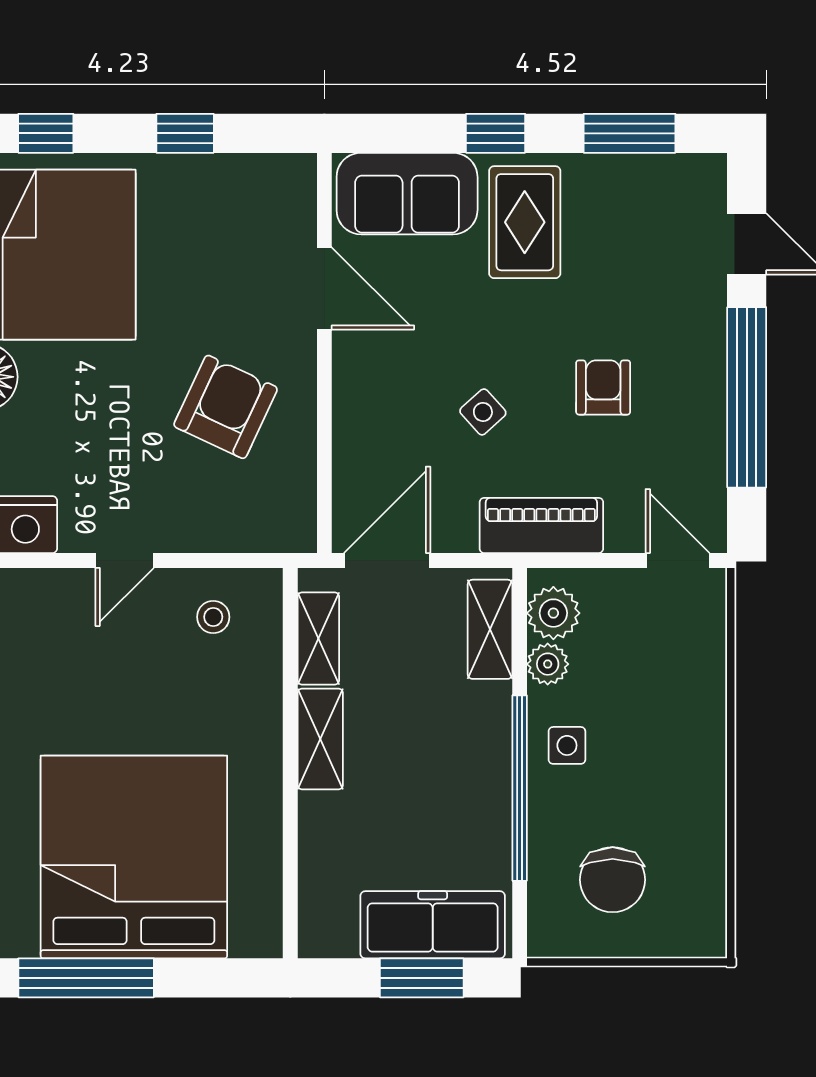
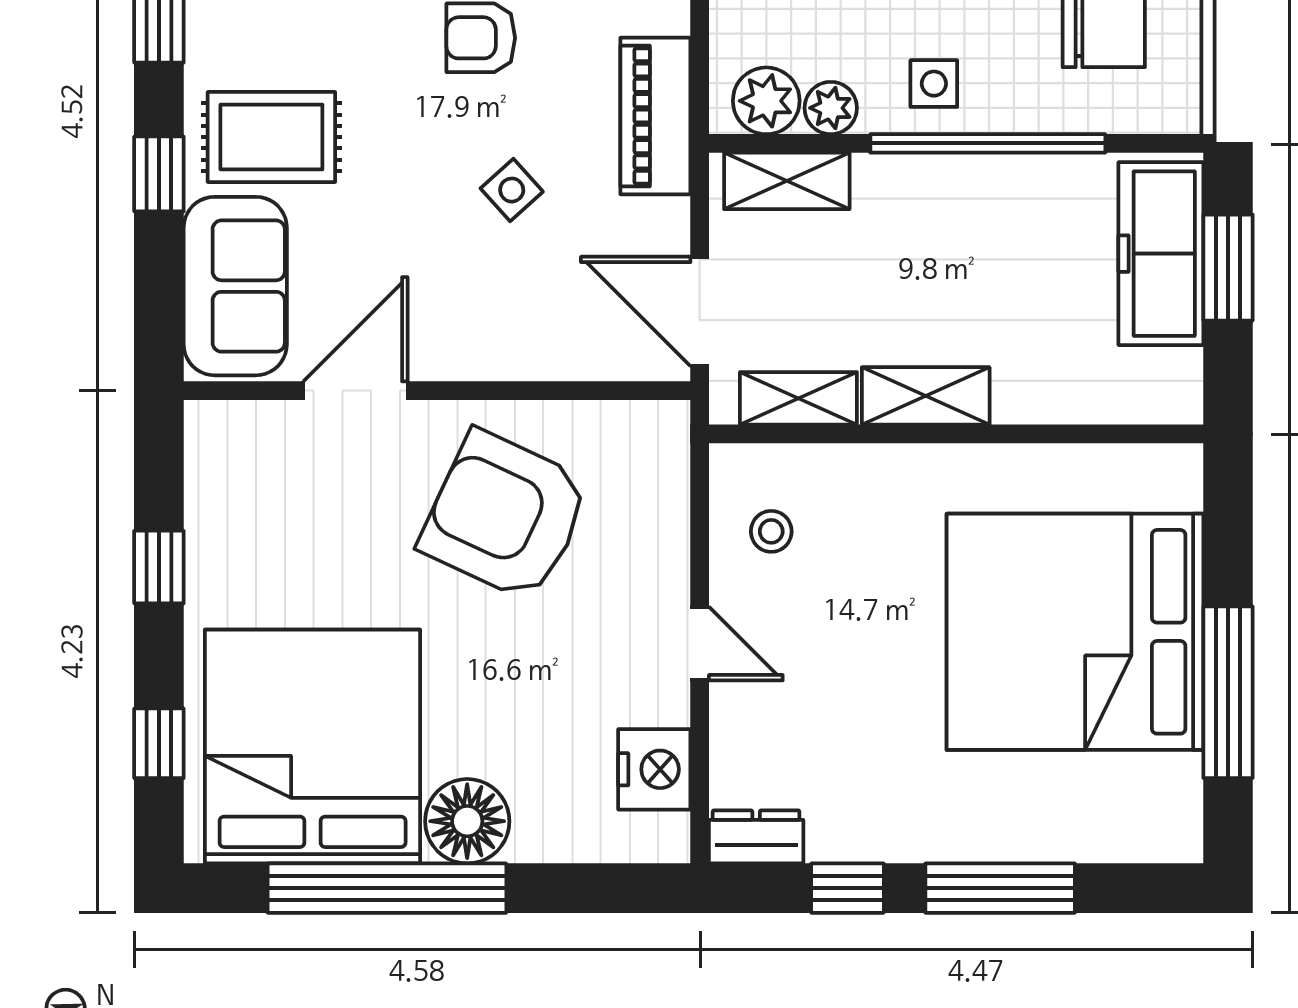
armchair: (226, 407) -> (505, 516), width x1.36, depth x1.36

